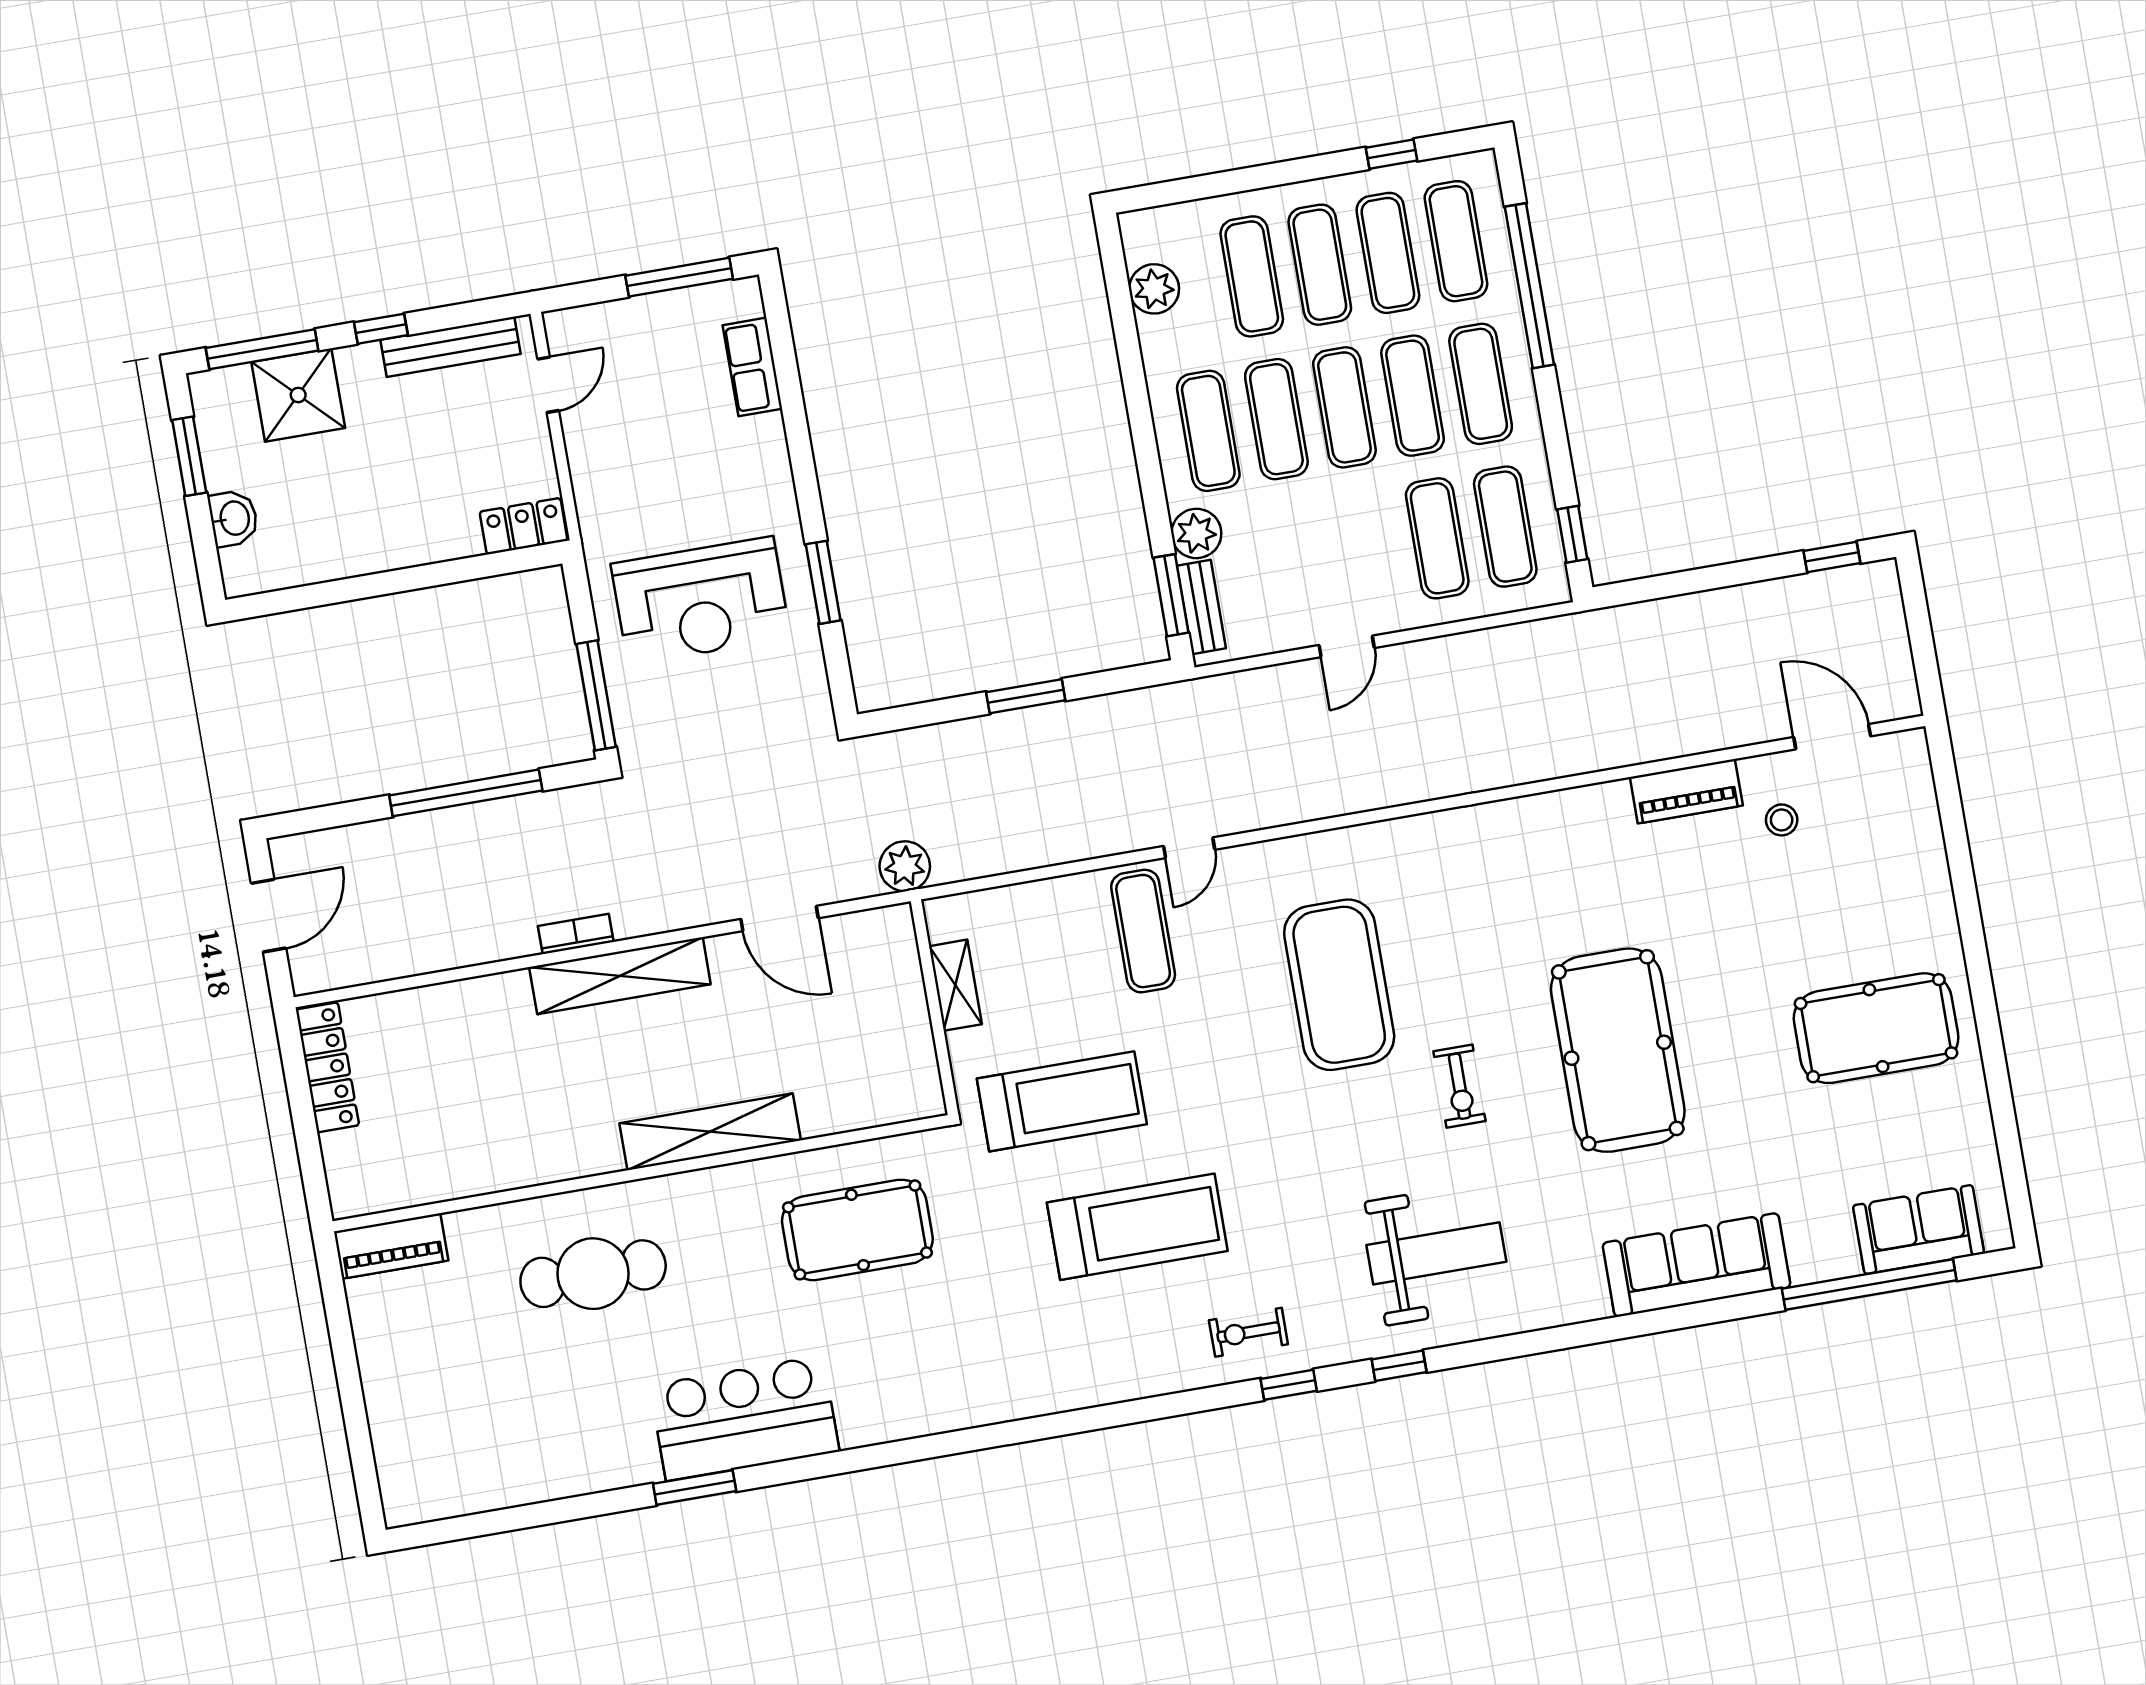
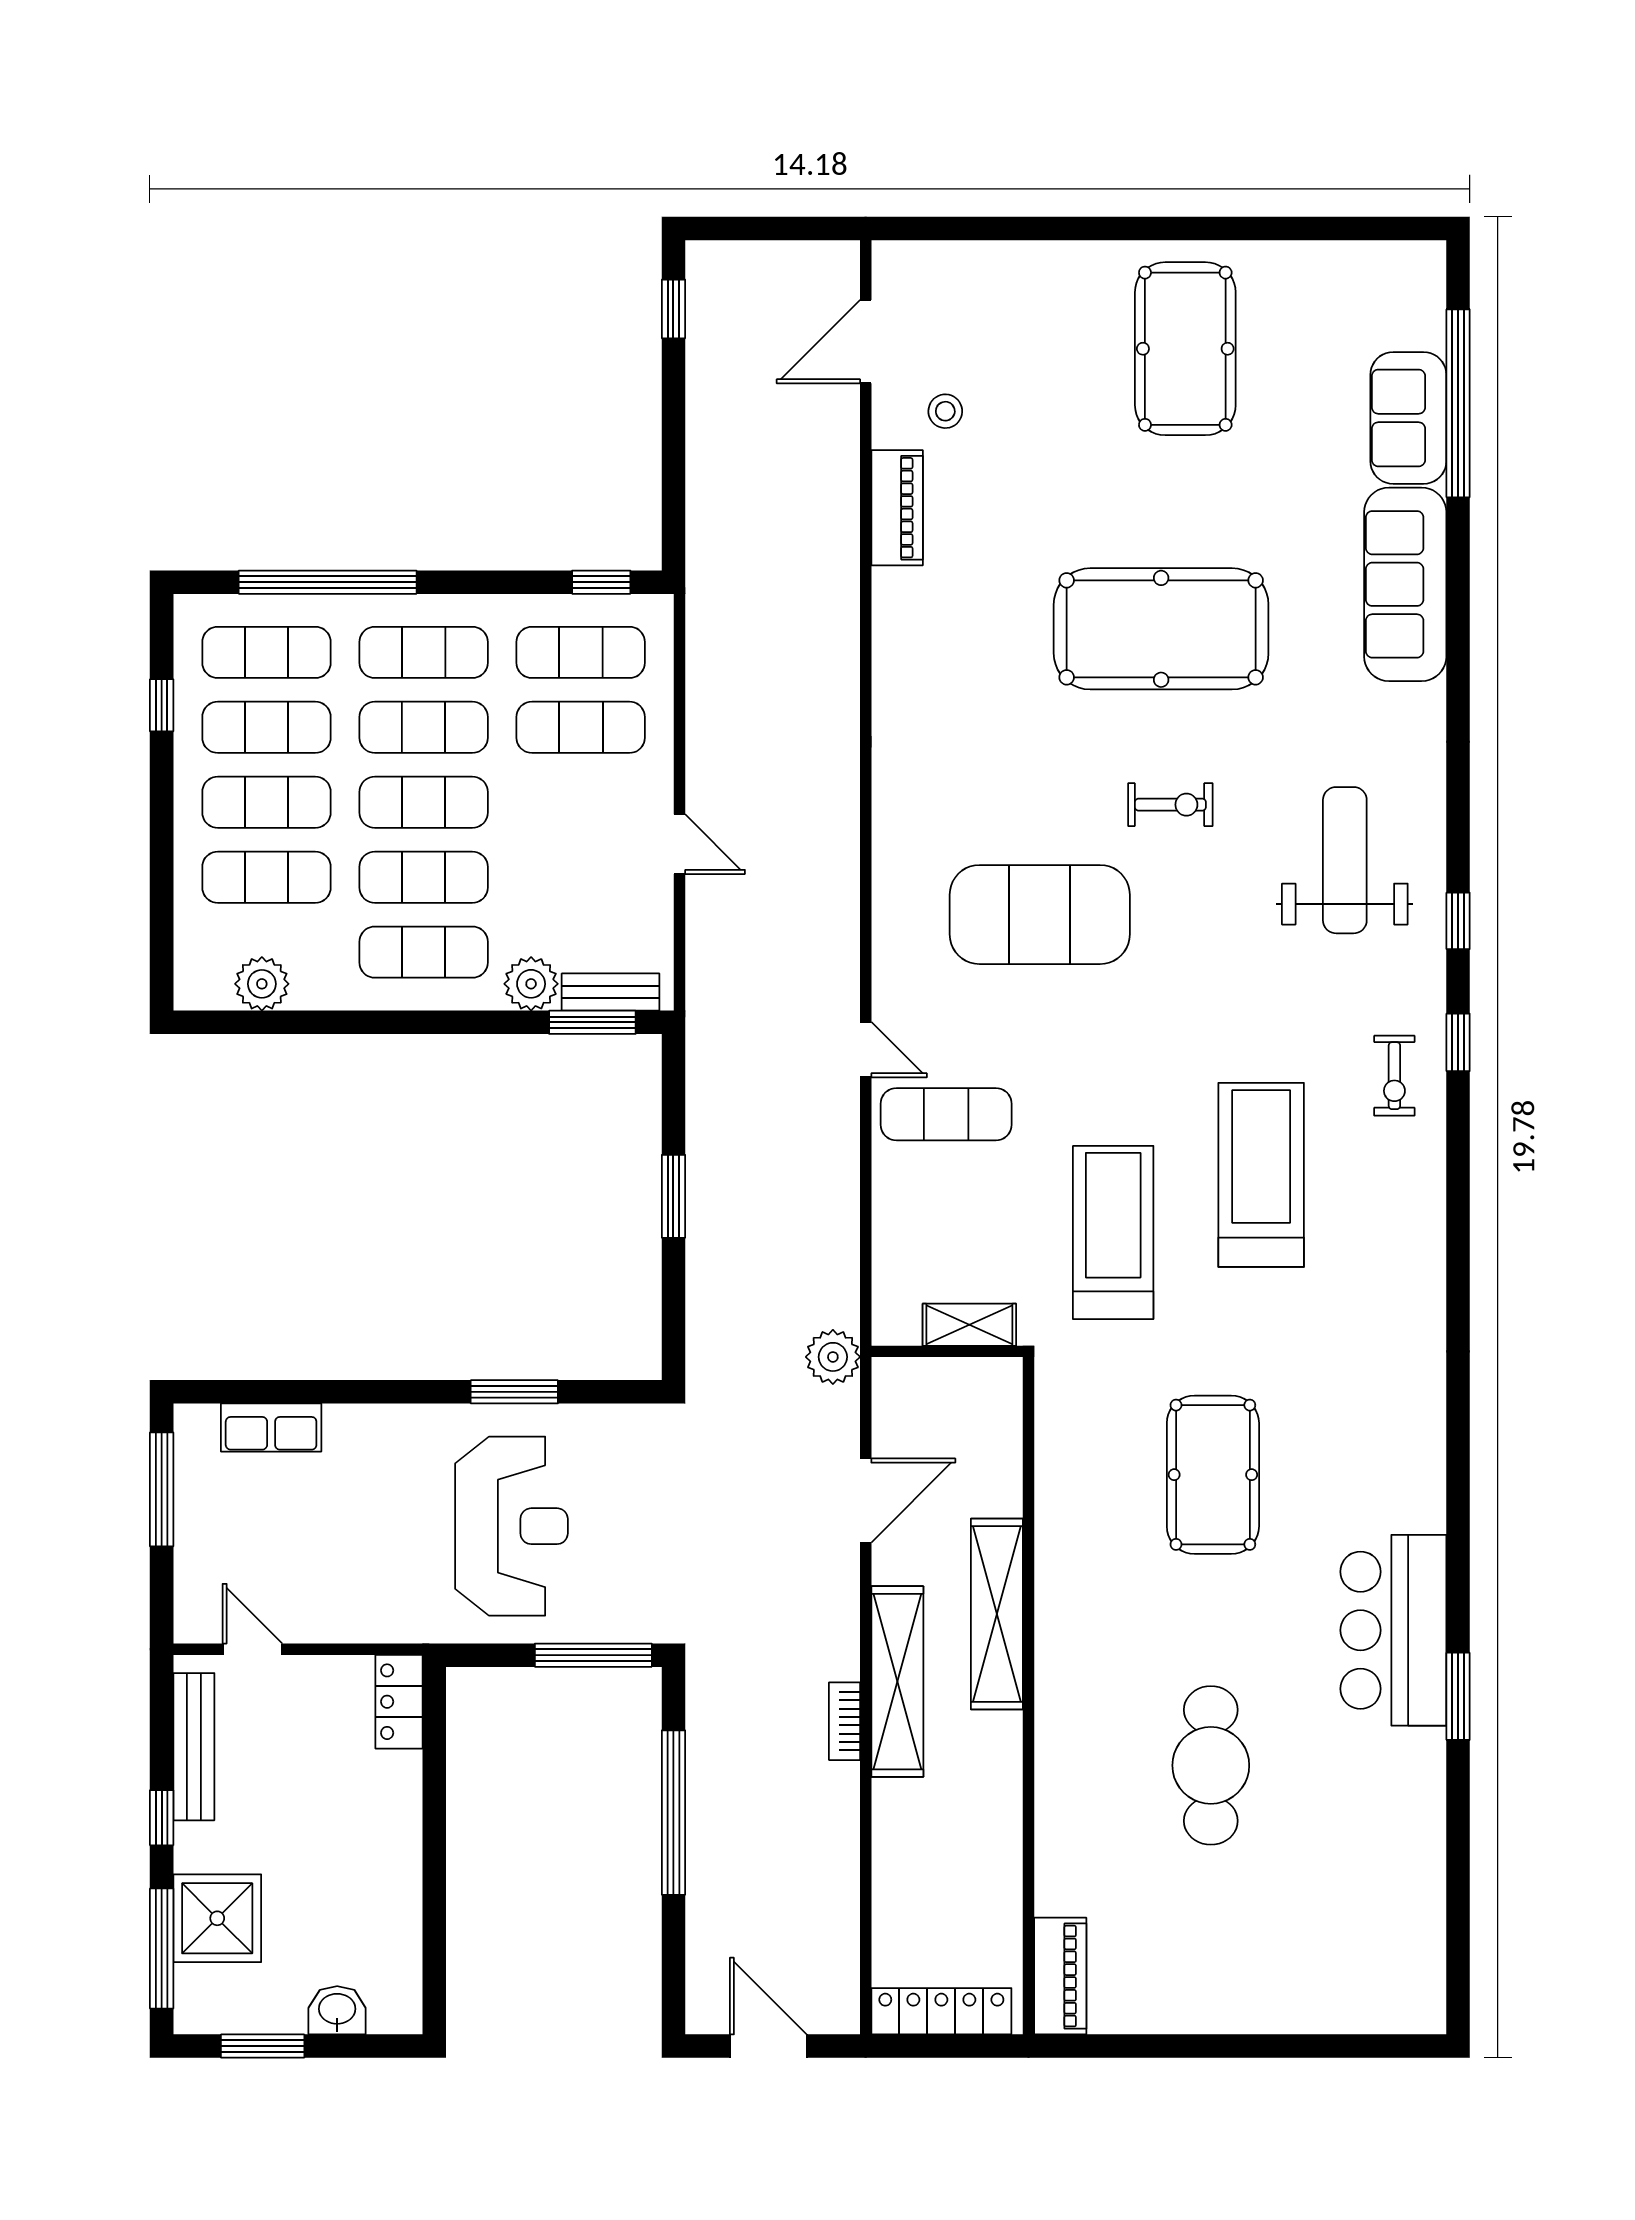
shelving: (710, 1132) -> (997, 1614), moved
wall: (641, 1173) -> (1029, 1696), moved
sofa: (1919, 1230) -> (1408, 418), moved
piano: (391, 1246) -> (1060, 1976), moved

